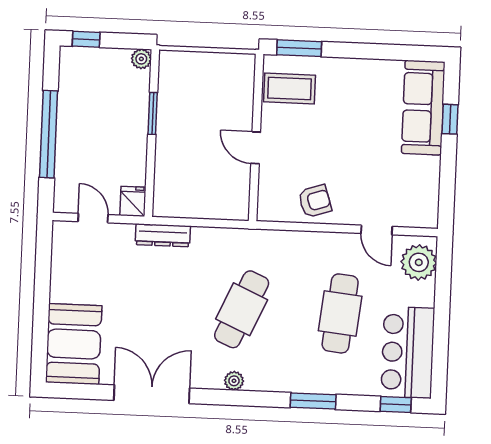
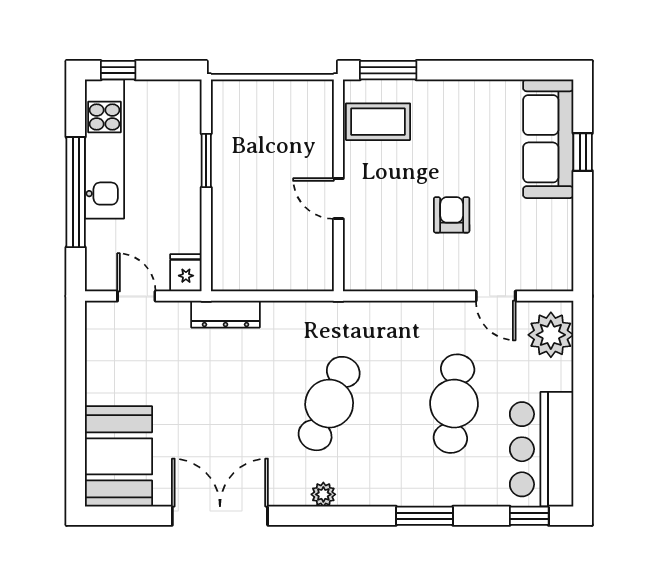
plant: (141, 59) -> (189, 92), removed
kitchen unit: (73, 101) -> (104, 149), added
armchair: (315, 201) -> (452, 215), moved, turned -72

